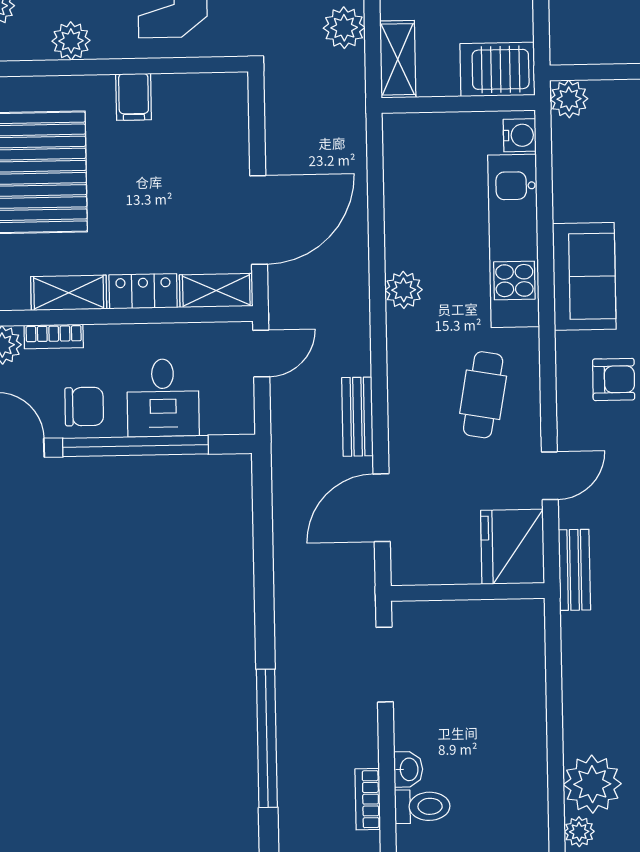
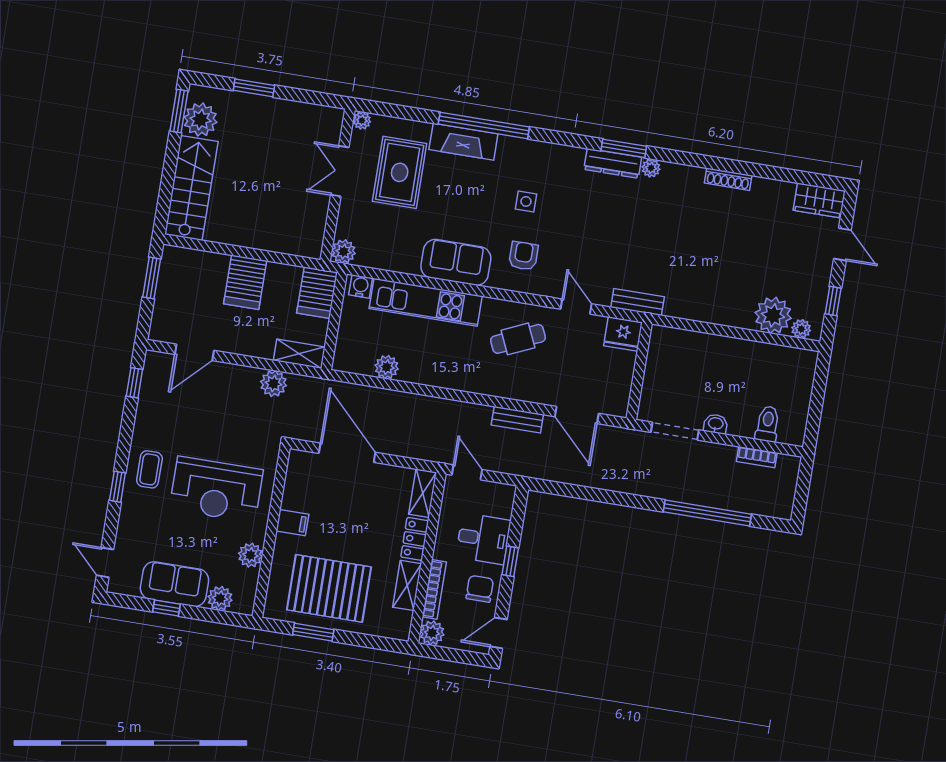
door: (259, 220) -> (347, 453), moved
plant: (404, 290) -> (387, 367), moved
bookcase: (54, 336) -> (434, 589), width x1.56
cafe table: (483, 395) -> (518, 339), turned -34
window: (136, 446) -> (510, 561), width x0.32
fridge: (513, 547) -> (623, 334), width x0.73, depth x0.75
washbasin: (408, 769) -> (716, 424), moved

